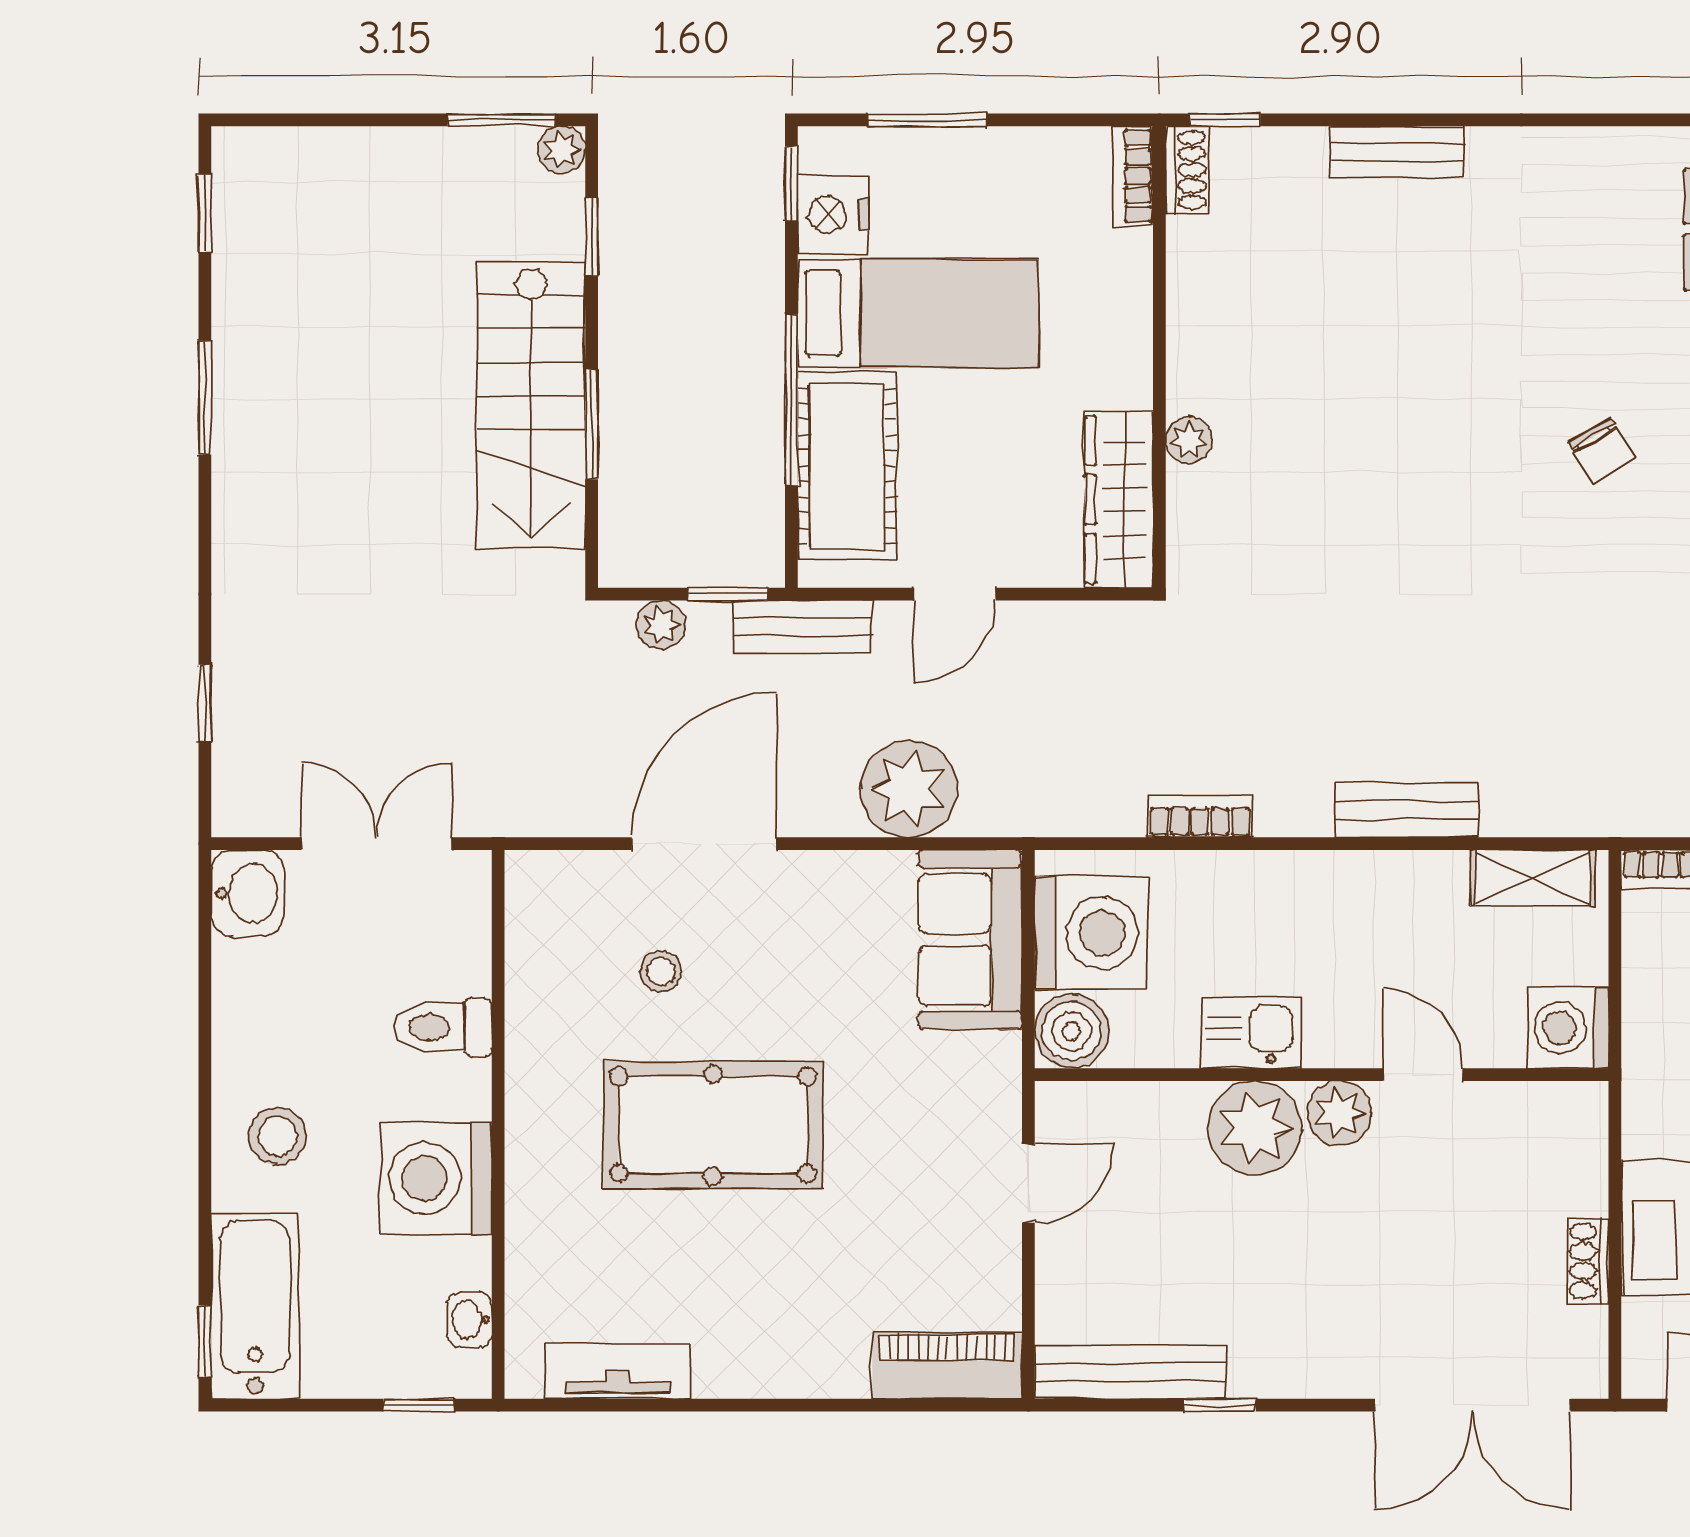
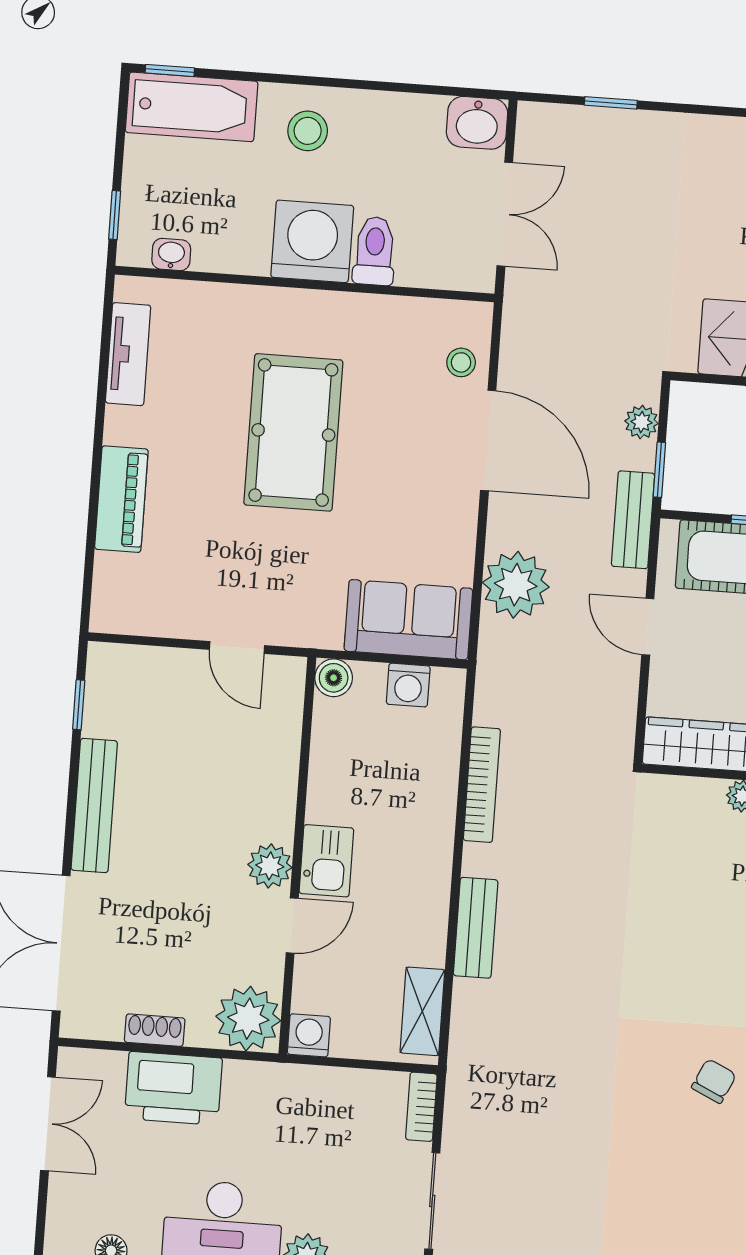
chair: (1602, 451) -> (714, 1081), turned 146
bookcase: (1200, 816) -> (482, 785), width x1.56
washing machine: (1091, 933) -> (408, 685), width x0.53, depth x0.53
stool: (661, 971) -> (461, 362), moved
washing machine: (1568, 1028) -> (309, 1035), width x0.73, depth x0.73
boiler: (1072, 1031) -> (334, 678), width x0.73, depth x0.73
kitchen sink: (1251, 1032) -> (326, 861), moved
plant: (1255, 1128) -> (248, 1019), moved
washing machine: (436, 1178) -> (312, 241), moved
piano: (947, 1365) -> (121, 499), moved
bench: (1130, 1372) -> (94, 806), moved
window: (1220, 1405) -> (79, 705), moved

